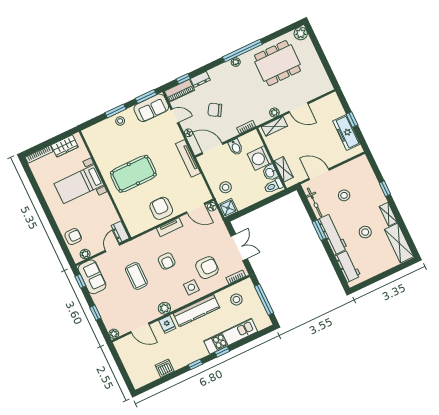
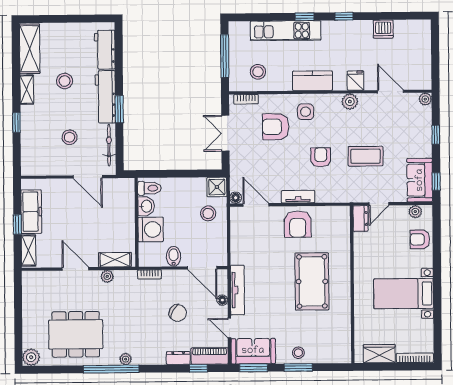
tv unit: (188, 158) -> (237, 290), moved
shelving: (284, 169) -> (29, 250), moved
pool table: (133, 174) -> (312, 281), turned 90
bed with nightstands: (79, 184) -> (404, 294), moved, turned 180
coffee table: (136, 276) -> (366, 156), turned 90
kitchen counter: (196, 311) -> (313, 81), width x0.67

